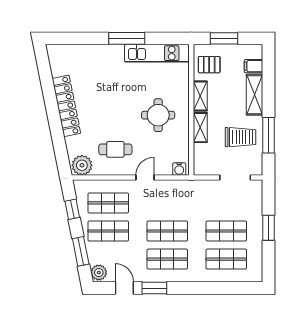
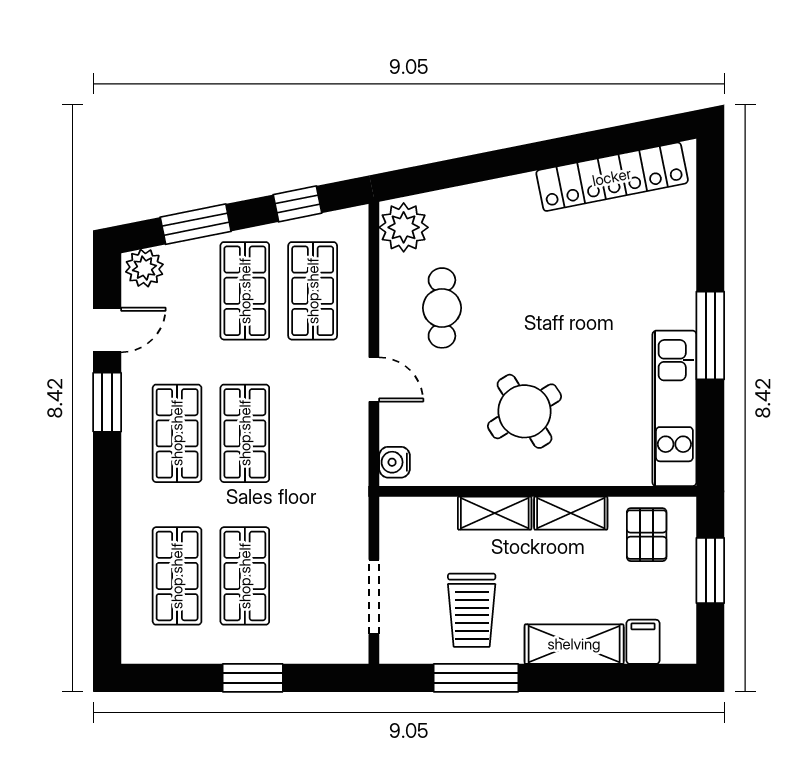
locker: (66, 106) -> (612, 177), moved
round table: (158, 115) -> (525, 411), turned -32

